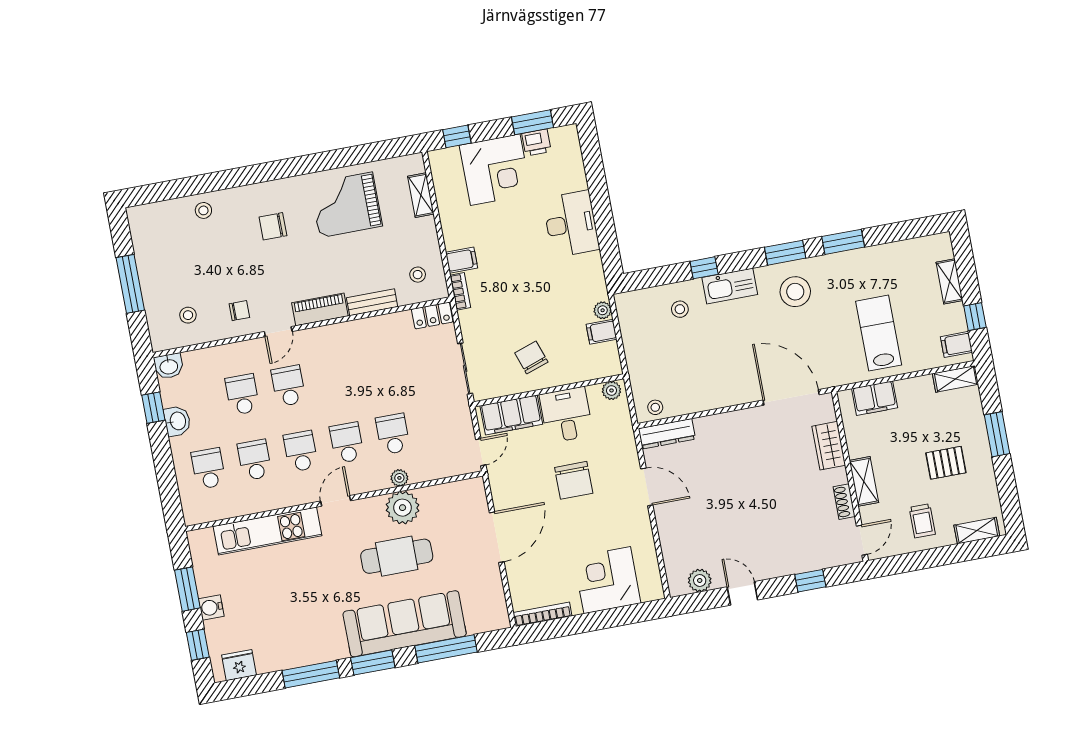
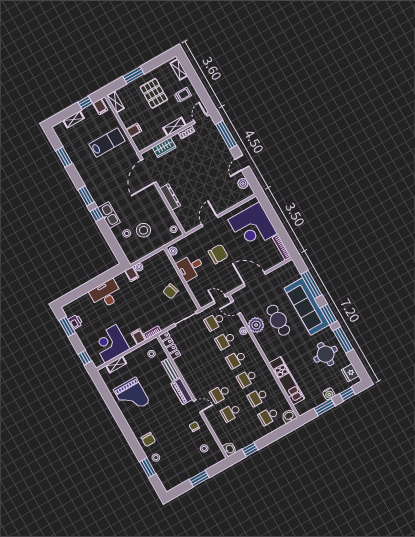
corner desk: (495, 170) -> (111, 344), moved, turned -90
window: (189, 187) -> (148, 468), added
chair: (273, 226) -> (148, 440), moved
window: (843, 242) -> (64, 157), moved
window: (704, 268) -> (97, 214), moved
window: (130, 284) -> (199, 479), width x0.69
stool: (795, 292) -> (143, 230), moved
locker: (432, 316) -> (170, 346), width x1.53
filing cabinet: (601, 332) -> (132, 274), moved
lab bench: (879, 333) -> (107, 143), turned 180
filing cabinet: (875, 398) -> (134, 130), width x0.50
filing cabinet: (511, 415) -> (199, 291), removed
washbasin: (177, 421) -> (289, 416), moved
school desk: (439, 425) -> (214, 322), added
dresser: (667, 434) -> (170, 197), moved
pallet: (946, 463) -> (154, 93), width x1.50, depth x1.42
door: (336, 501) -> (236, 307), moved
door: (862, 540) -> (201, 118), hinge flipped
corner desk: (607, 580) -> (253, 227), width x1.36, depth x1.36
window: (810, 581) -> (226, 135), width x2.17
round table: (294, 628) -> (326, 354), added

